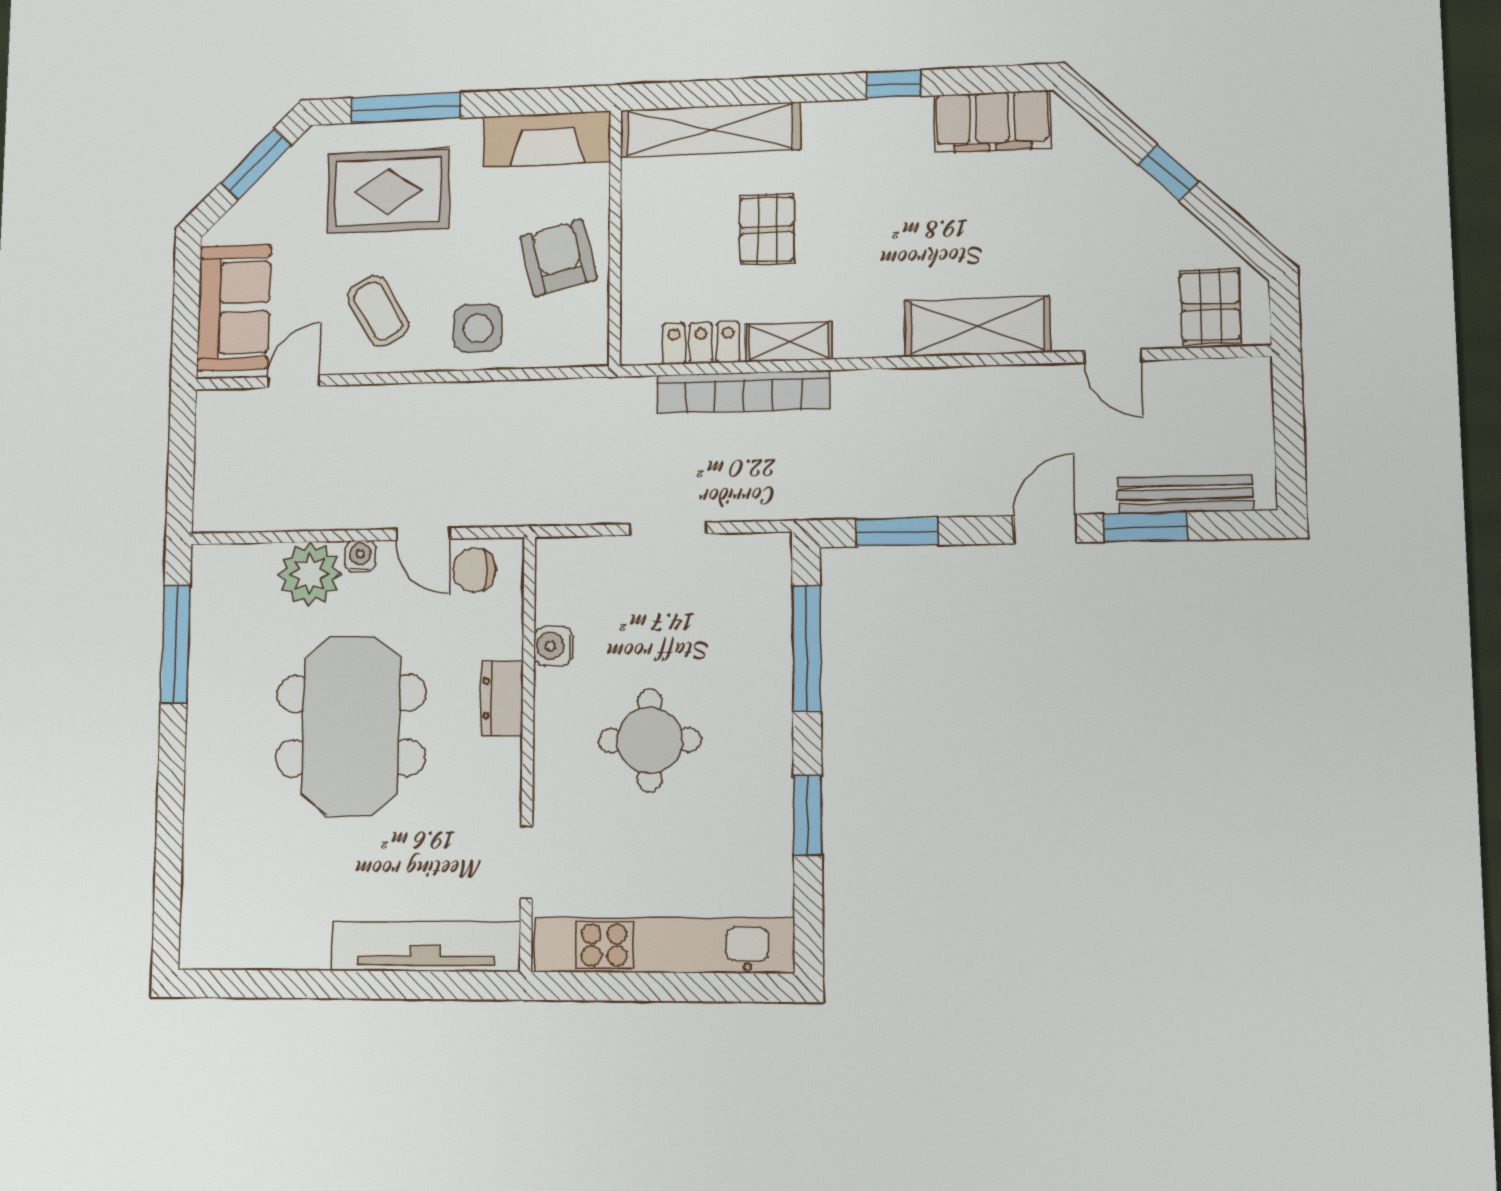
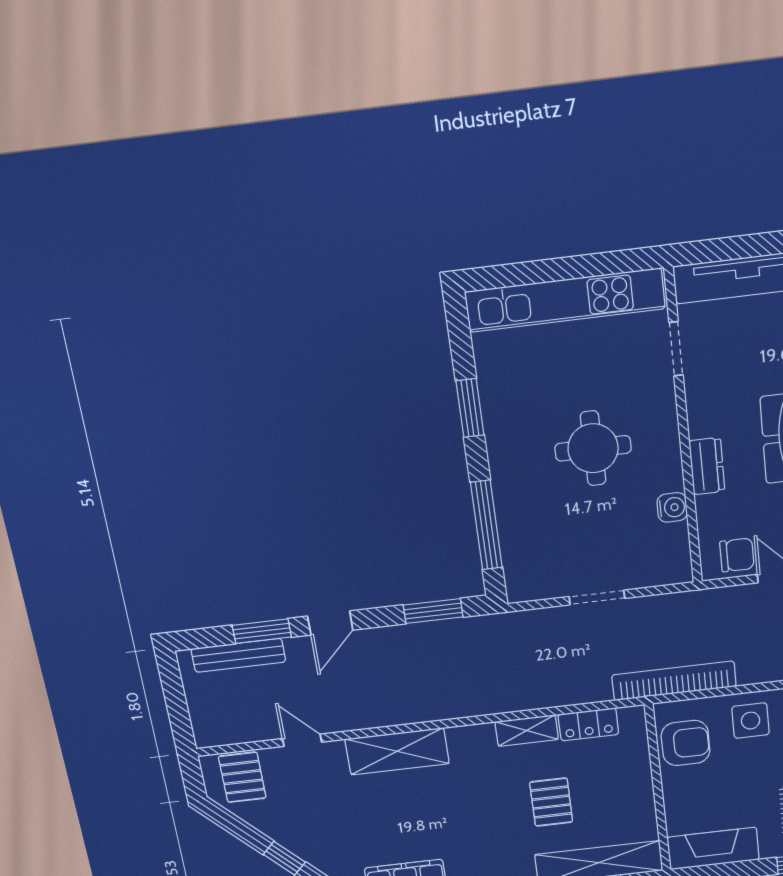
armchair: (558, 258) -> (686, 743), moved, turned -76
bookcase: (743, 392) -> (674, 681), moved

